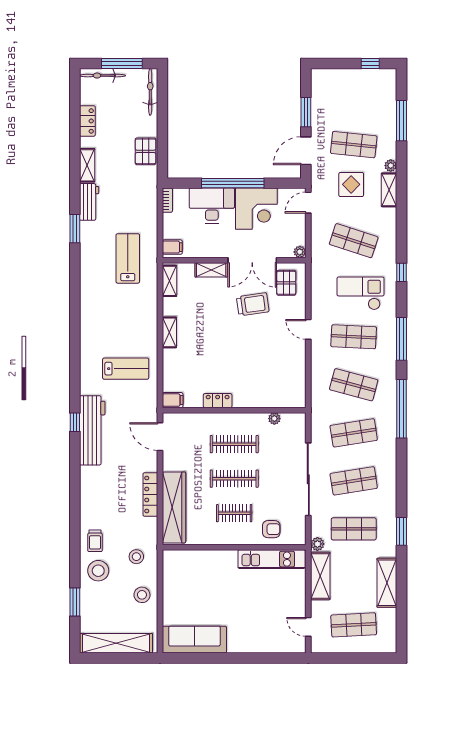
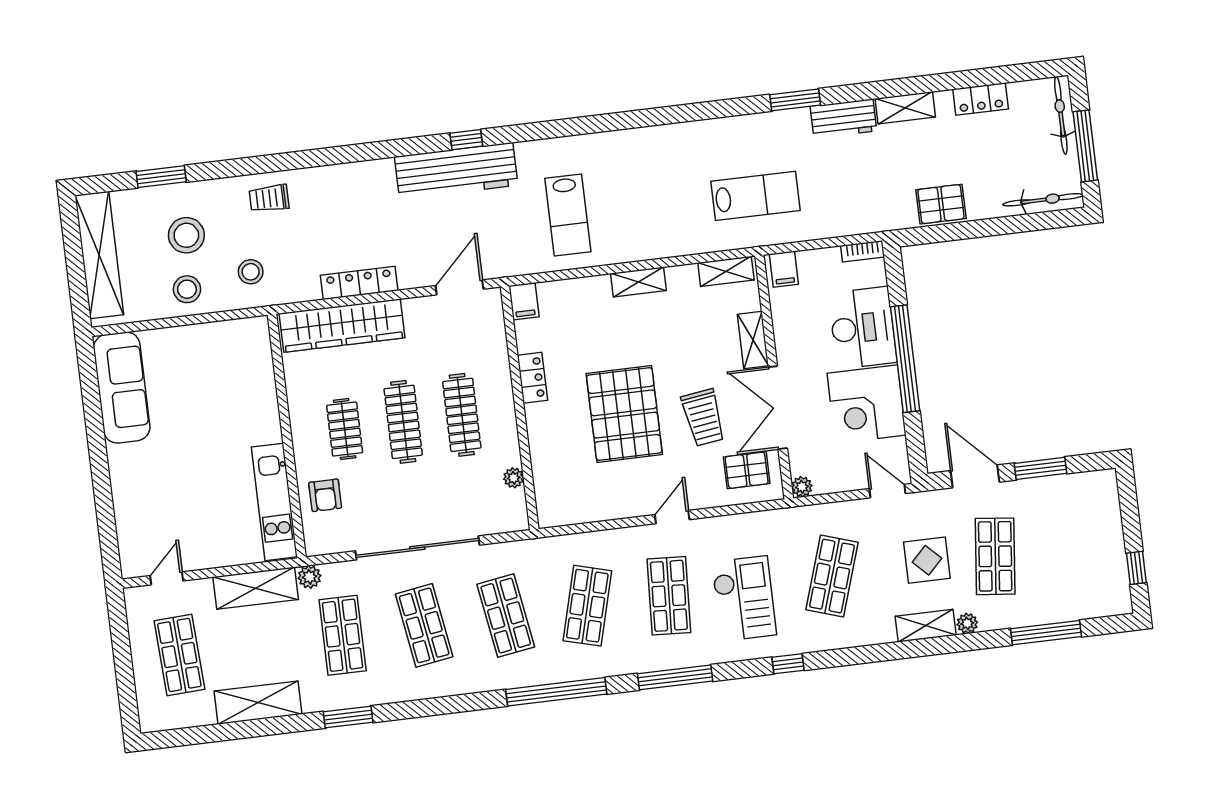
pallet: (245, 350) -> (624, 414), added
stool: (98, 571) -> (186, 235), moved

